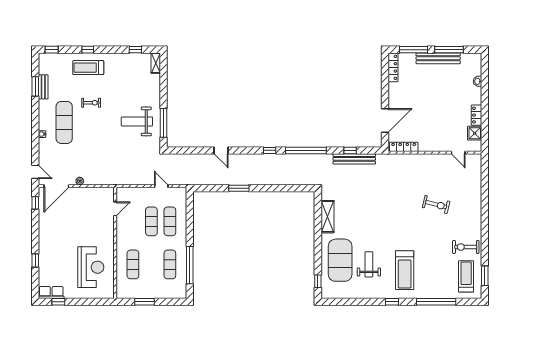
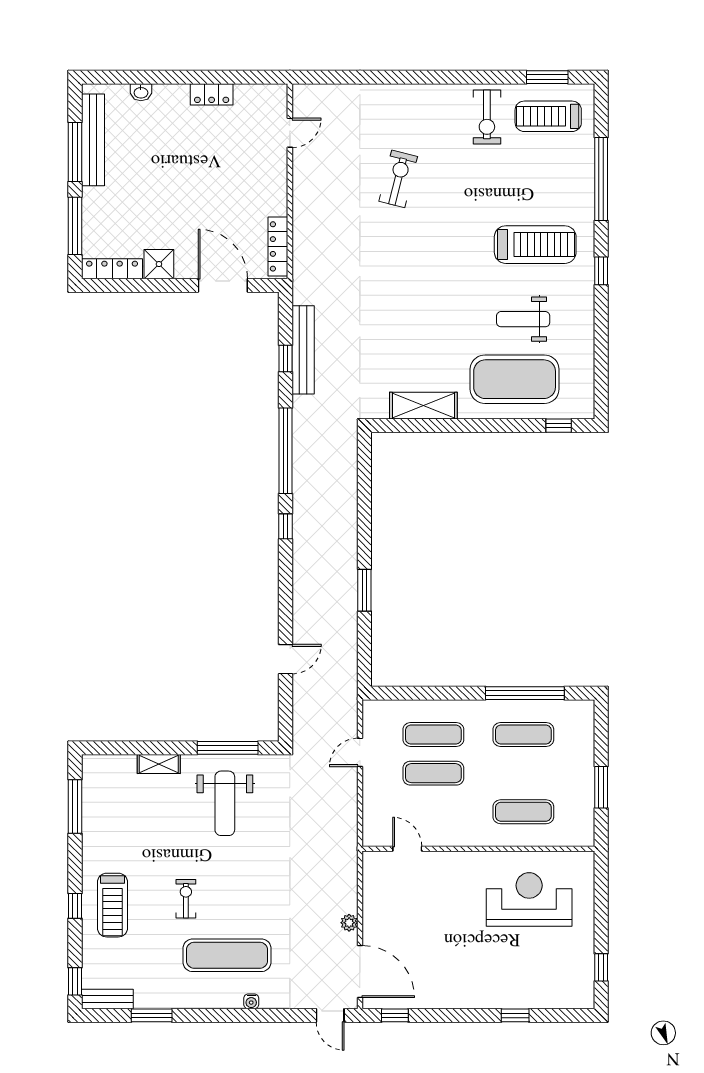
window: (135, 50) -> (75, 807), width x2.17
bench: (438, 58) -> (93, 140), moved
shelving: (156, 63) -> (159, 764), moved
bench: (43, 87) -> (107, 999), moved
shower: (475, 133) -> (159, 264), moved
door: (221, 150) -> (285, 659), moved
door: (35, 172) -> (330, 1015), swing flipped
row of seats: (51, 292) -> (582, 982), removed

